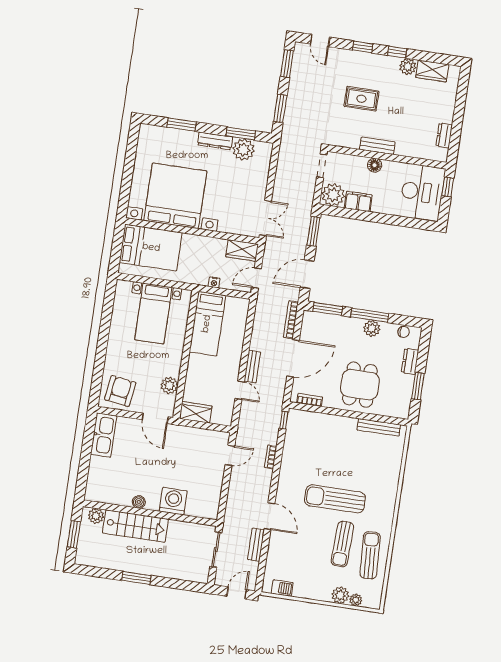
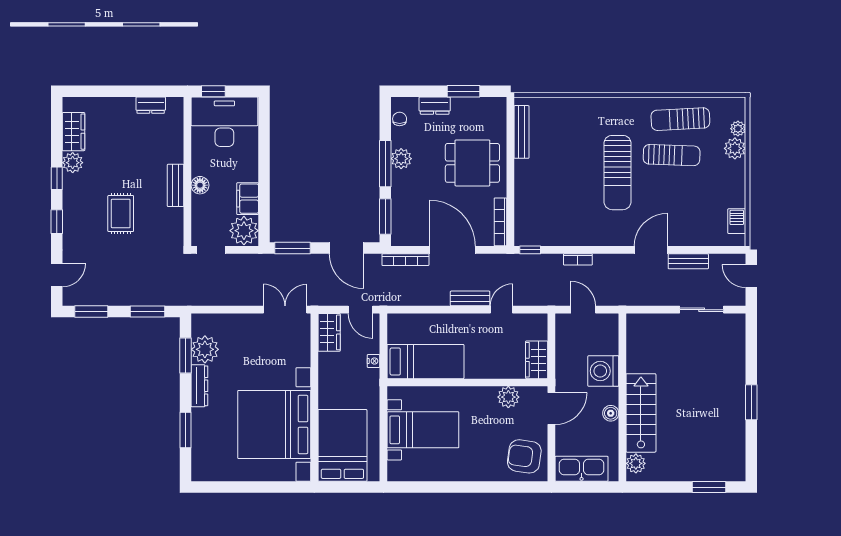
bookcase: (310, 400) -> (500, 222), width x1.56
washing machine: (173, 501) -> (603, 371), moved
boiler: (139, 502) -> (611, 413), moved
wall: (150, 513) -> (622, 397), moved
plant: (96, 516) -> (636, 463), moved
stairs: (135, 526) -> (641, 413), moved

